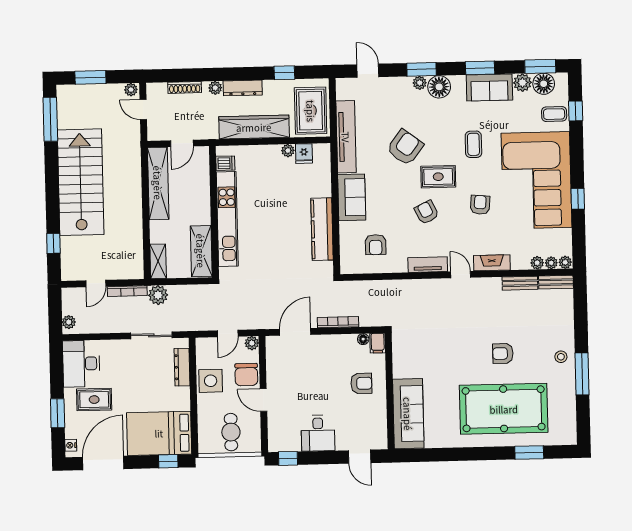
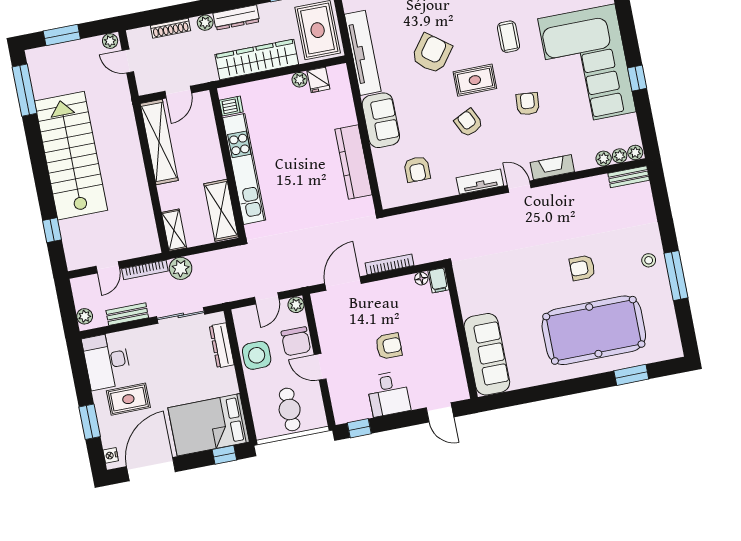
bench: (520, 283) -> (127, 314), moved
armchair: (361, 383) -> (389, 346), moved

